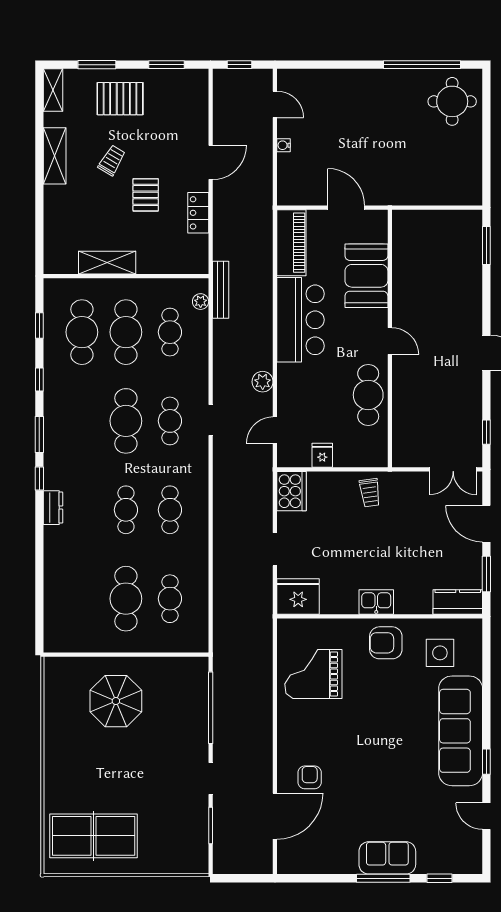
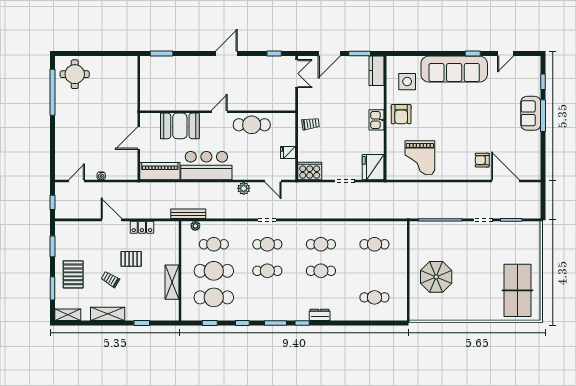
window: (39, 213) -> (142, 323), added
cafe table: (126, 421) -> (267, 271), width x0.73, depth x0.74
cafe table: (126, 599) -> (374, 297), moved, width x0.73, depth x0.74

